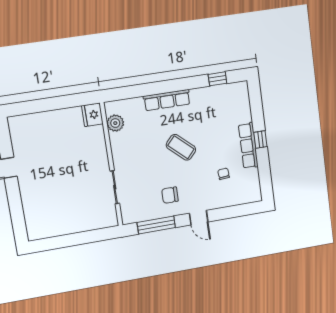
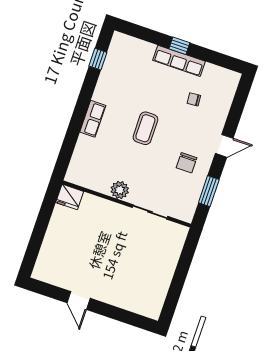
row of seats: (167, 100) -> (93, 119), width x0.68
plant: (115, 123) -> (120, 190), moved
coffee table: (181, 147) -> (145, 128), turned -42
window: (156, 225) -> (209, 191), width x0.69

